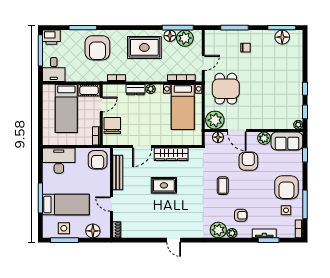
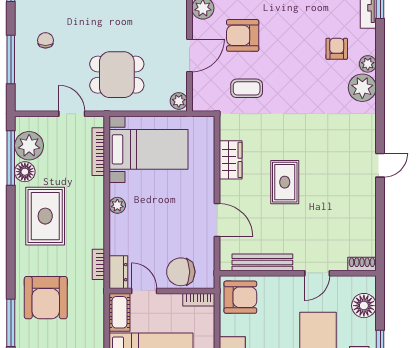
armchair: (97, 48) -> (46, 298), turned 90
dresser: (136, 90) -> (118, 272), moved
plant: (215, 120) -> (179, 101), width x0.53, depth x0.53
floor lamp: (218, 137) -> (201, 88), removed
wardrobe: (171, 154) -> (231, 160), width x0.67
coffee table: (223, 186) -> (247, 88), moved

